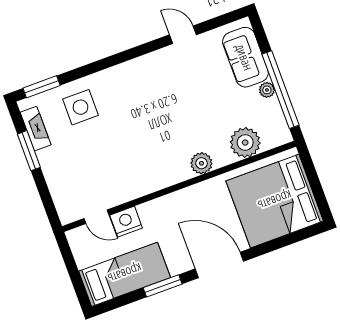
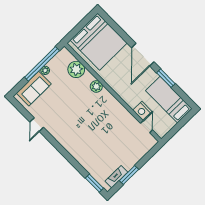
side table: (81, 107) -> (96, 159), removed

